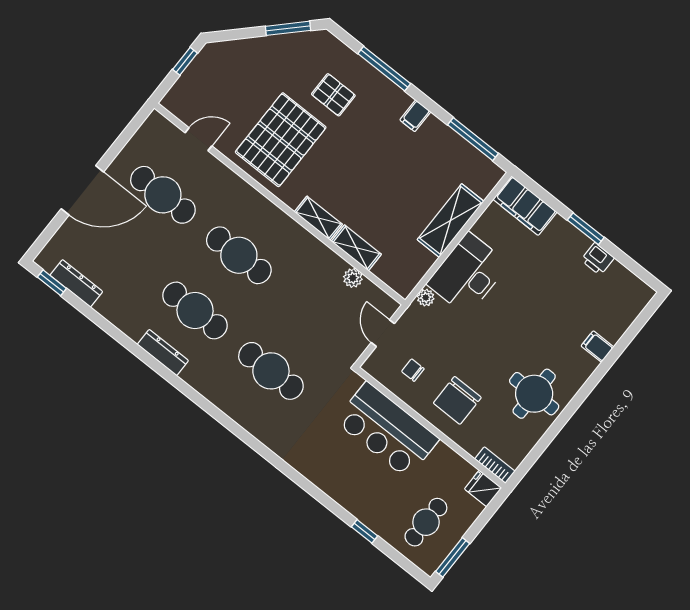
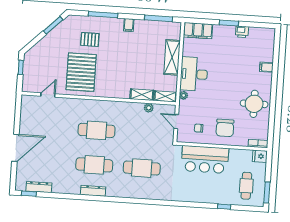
cafe table: (163, 195) -> (49, 127), removed
shelving: (318, 218) -> (165, 96), moved

